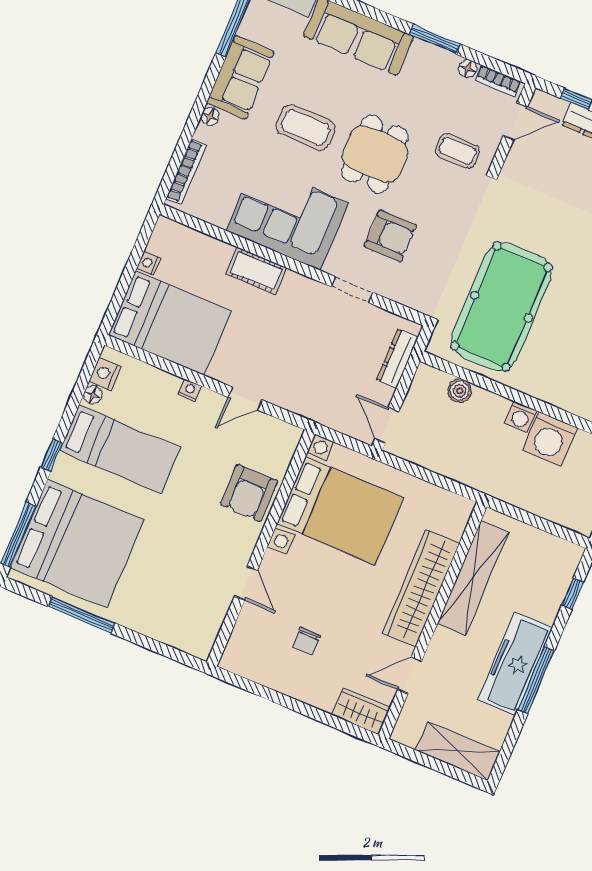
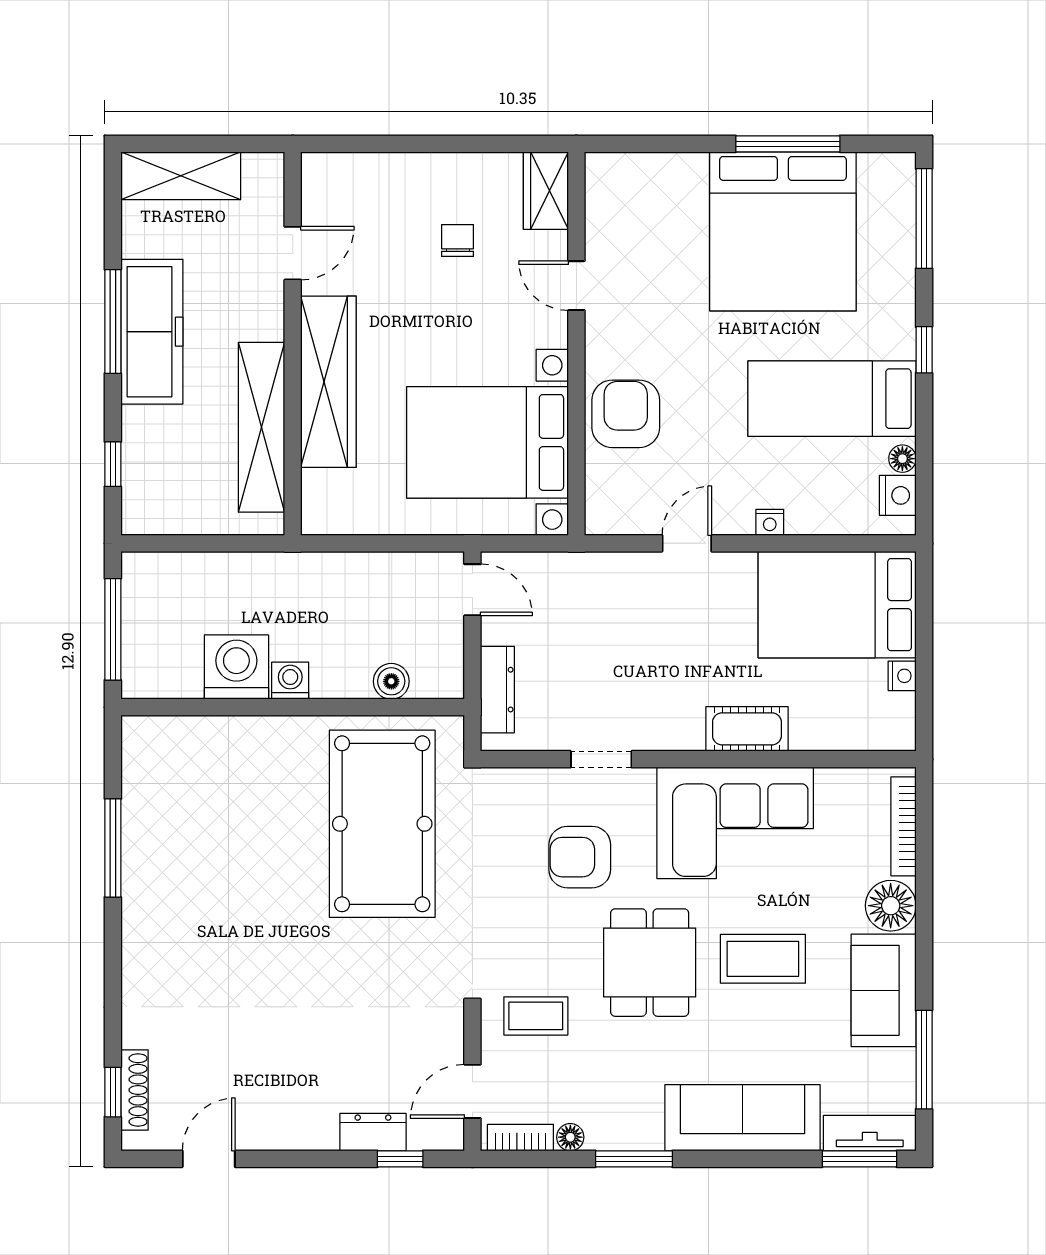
floor lamp: (210, 117) -> (891, 906), width x1.89, depth x1.89
bed: (77, 543) -> (783, 231), moved, turned -90
wardrobe: (361, 711) -> (546, 191), moved, turned 90

